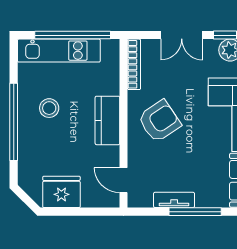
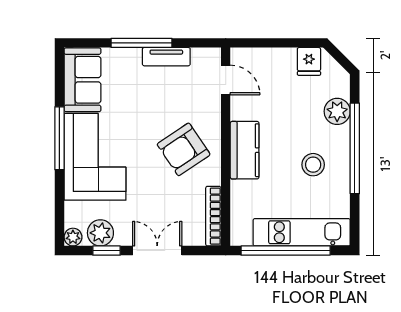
plant: (29, 153) -> (337, 111), added
fridge: (61, 192) -> (309, 61), width x0.53, depth x0.75

